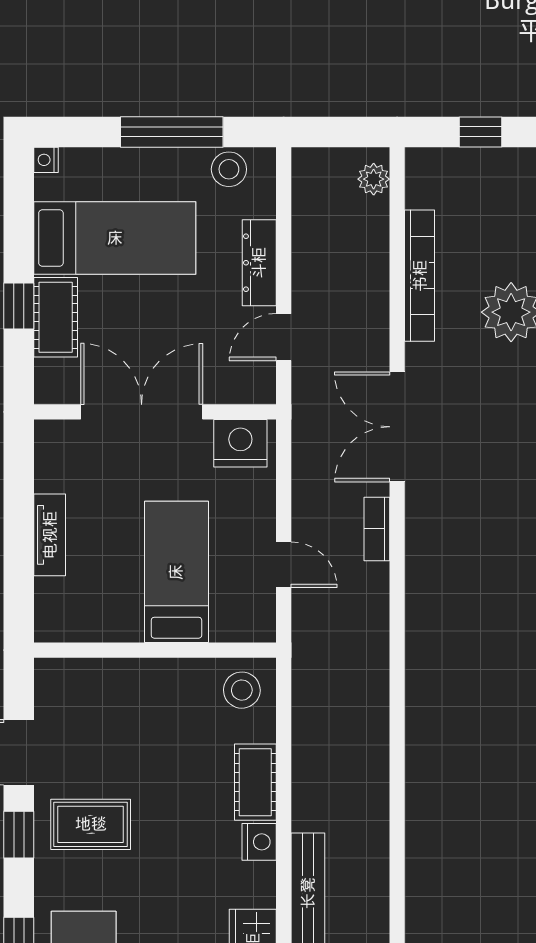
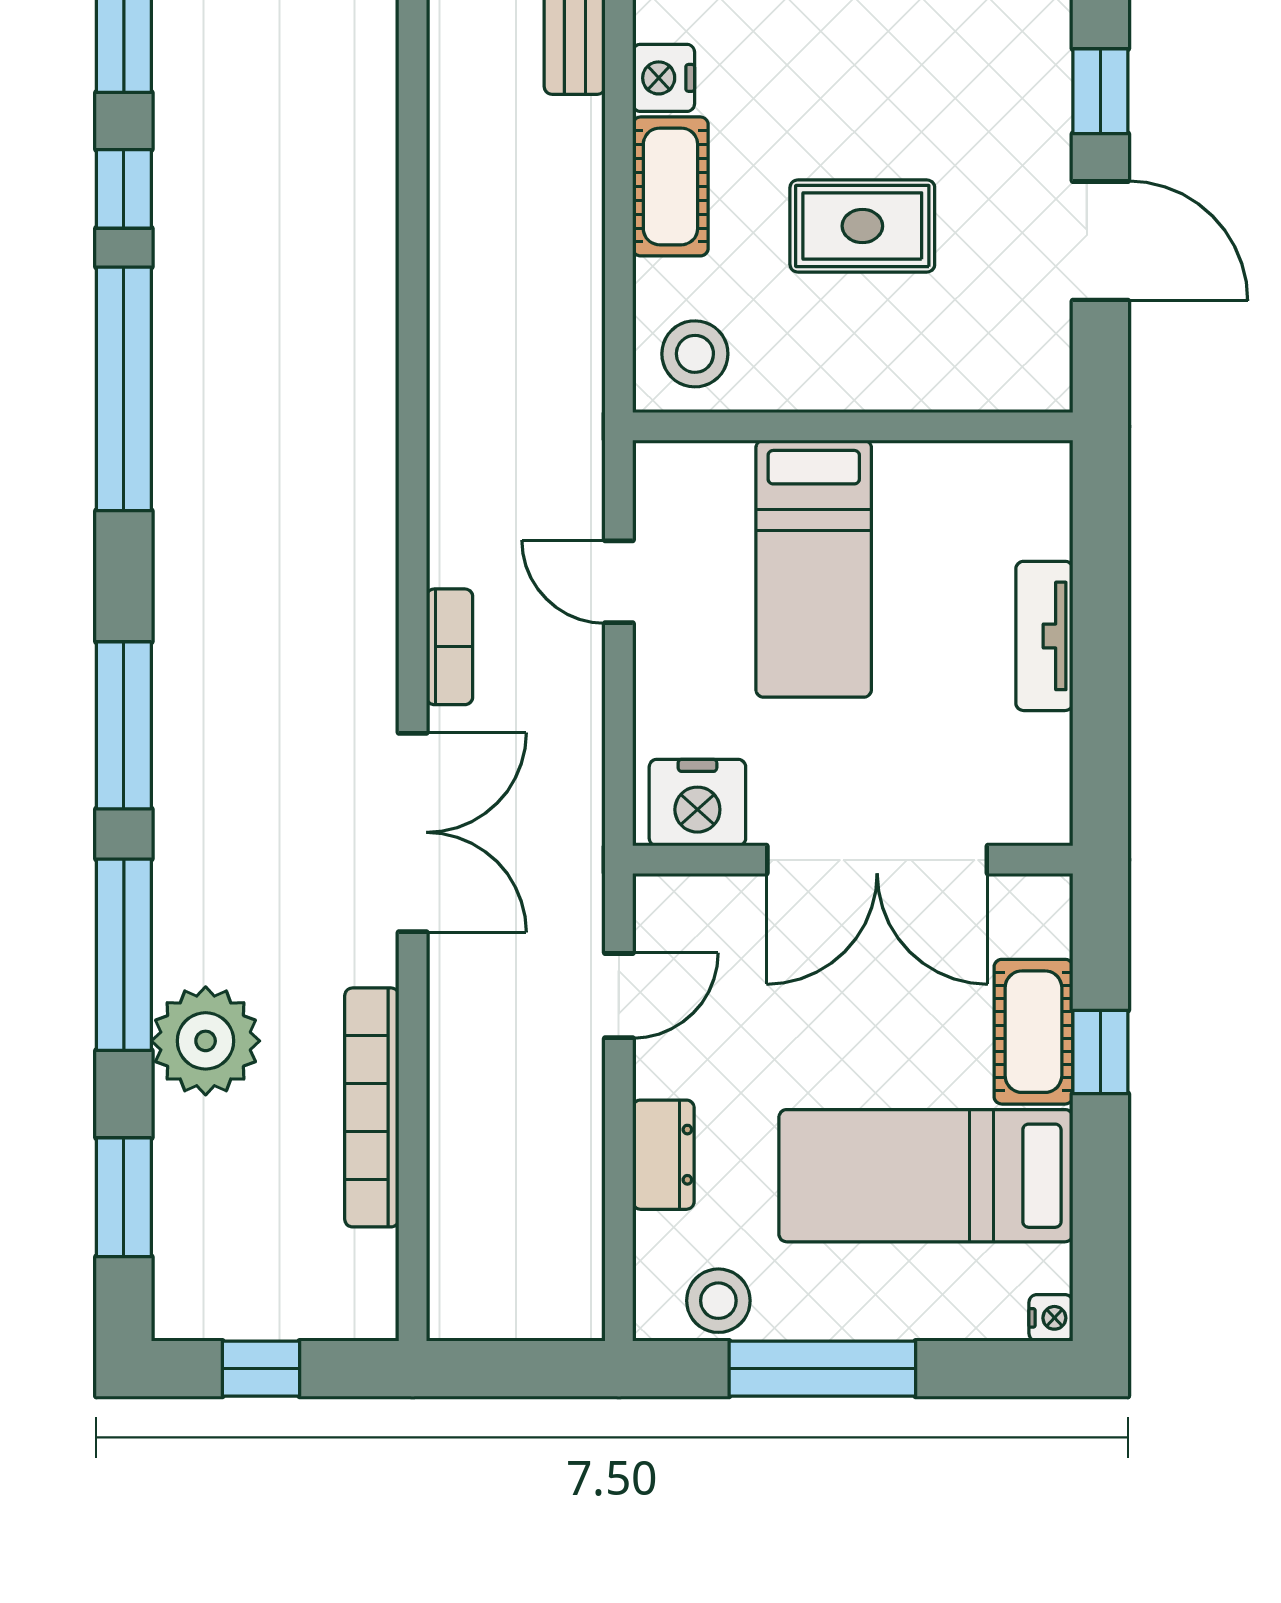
plant: (374, 179) -> (455, 1283), removed
dresser: (259, 263) -> (663, 1155), width x0.70
rug: (91, 824) -> (862, 226), moved

